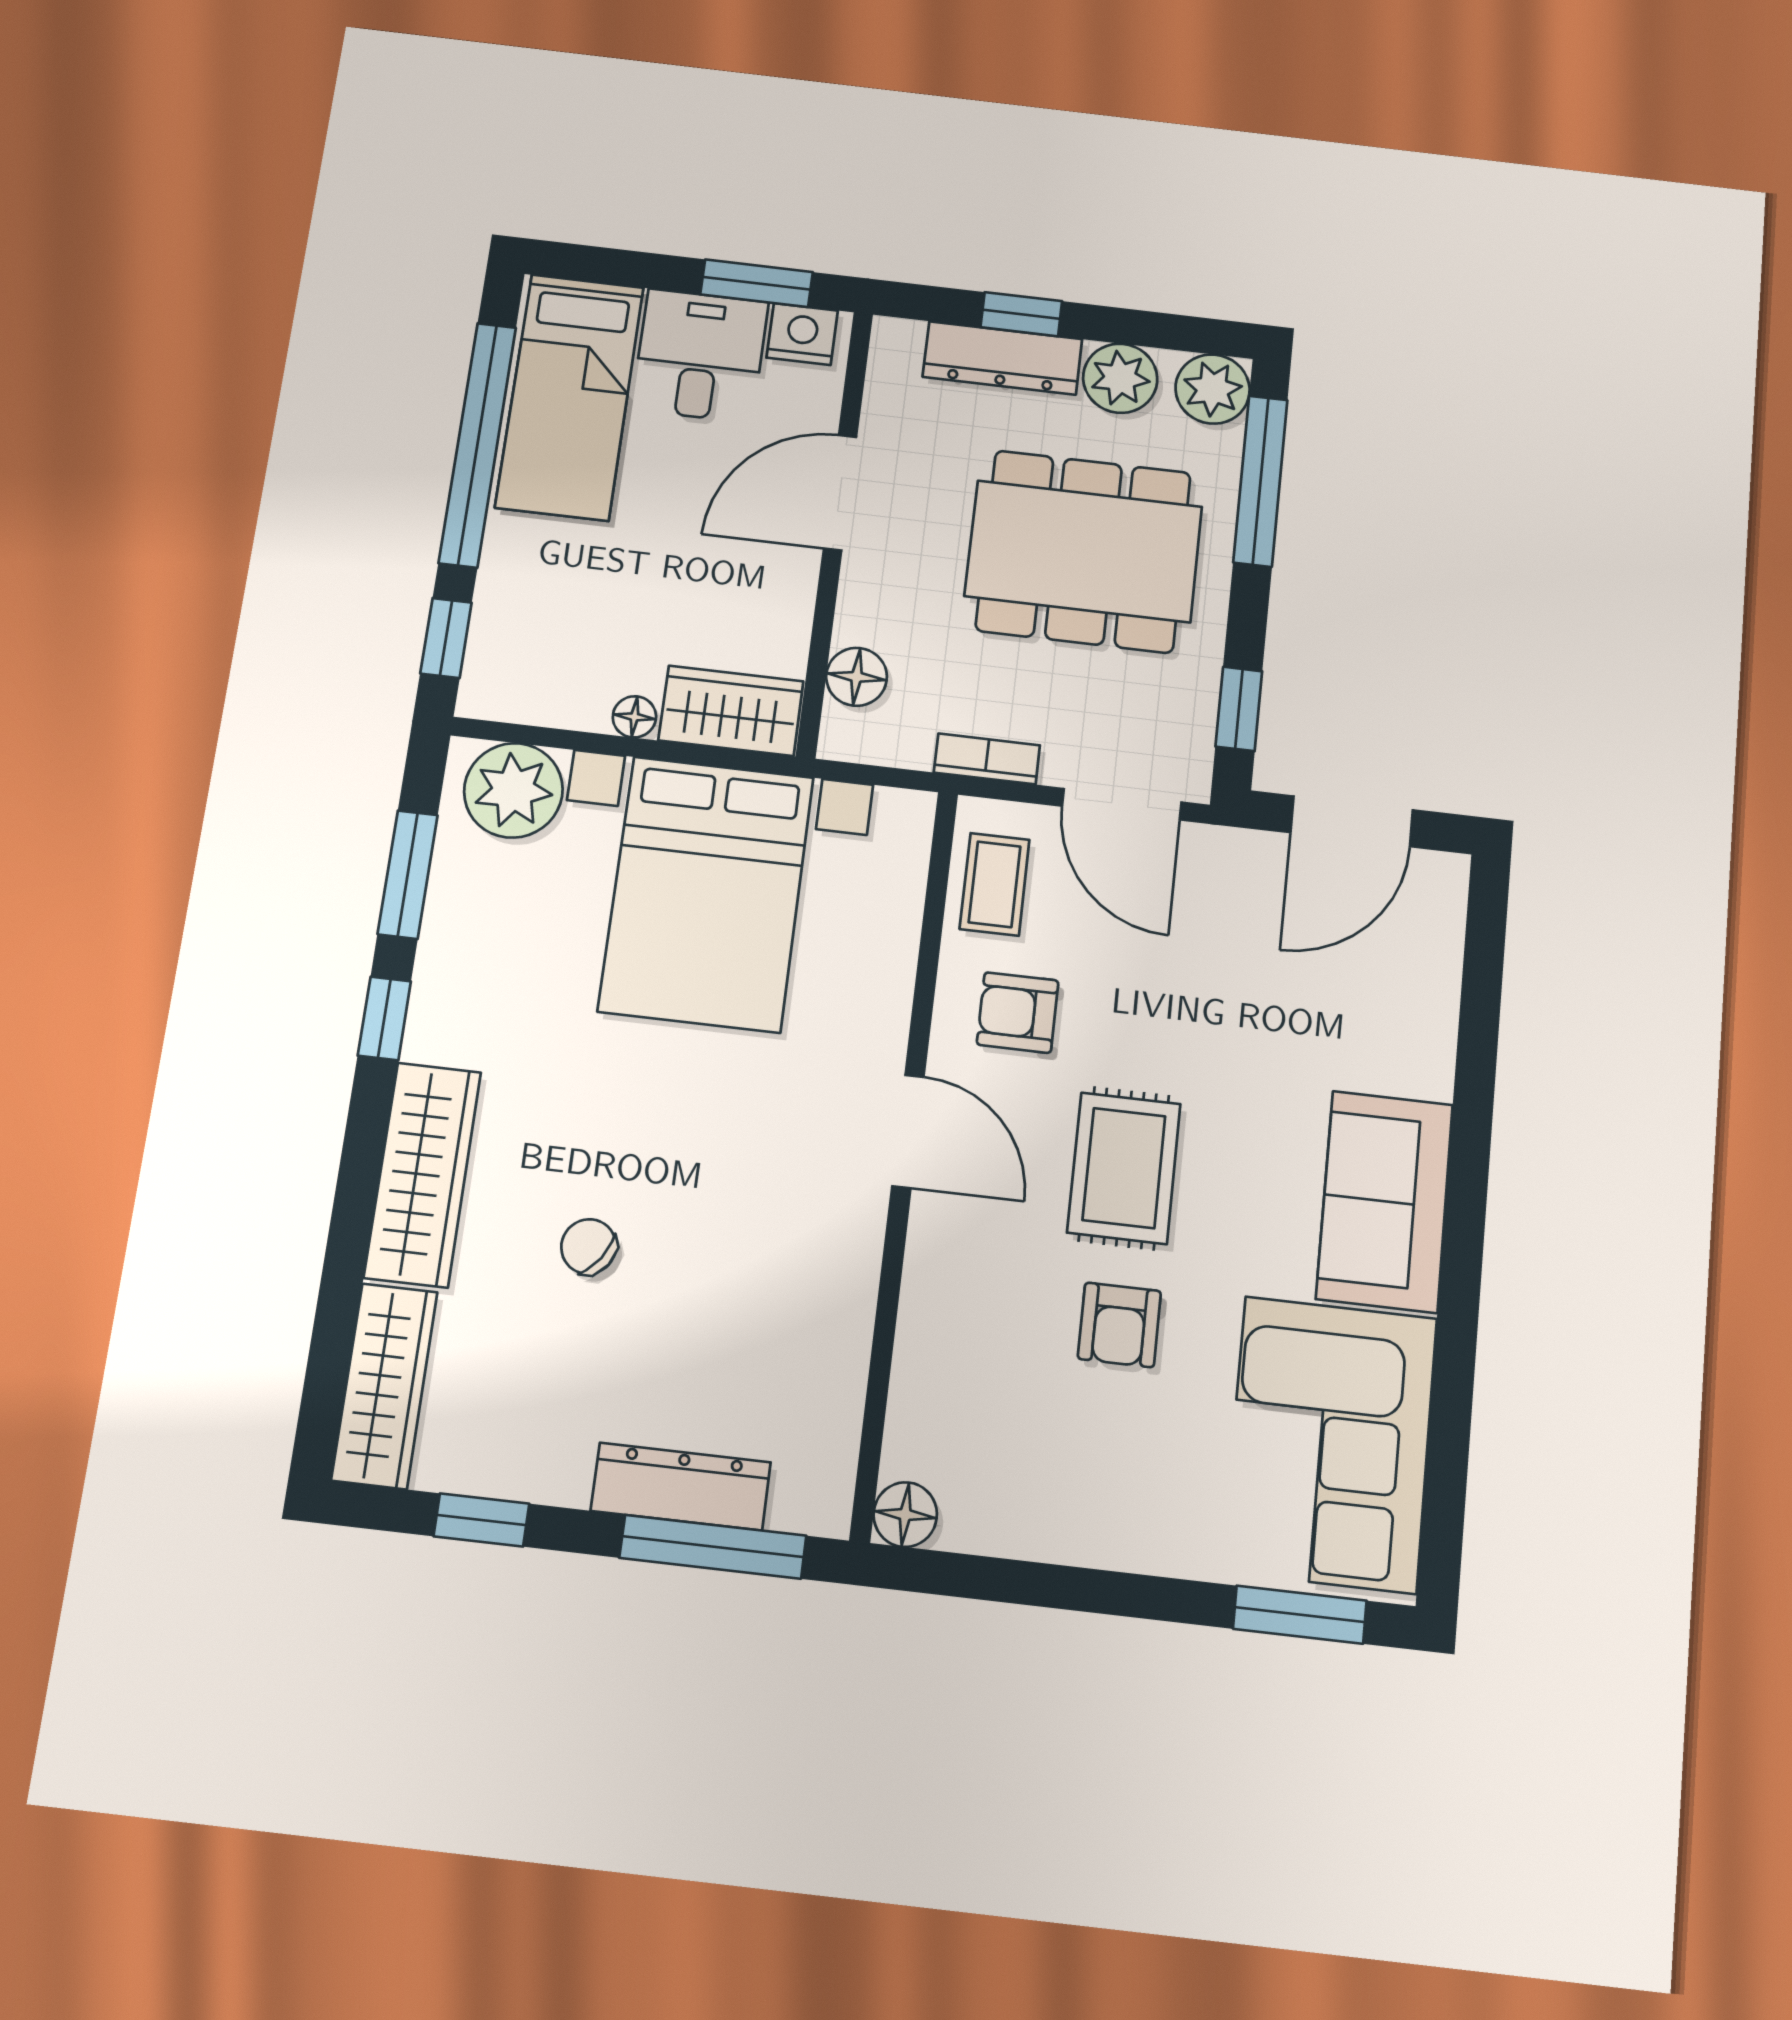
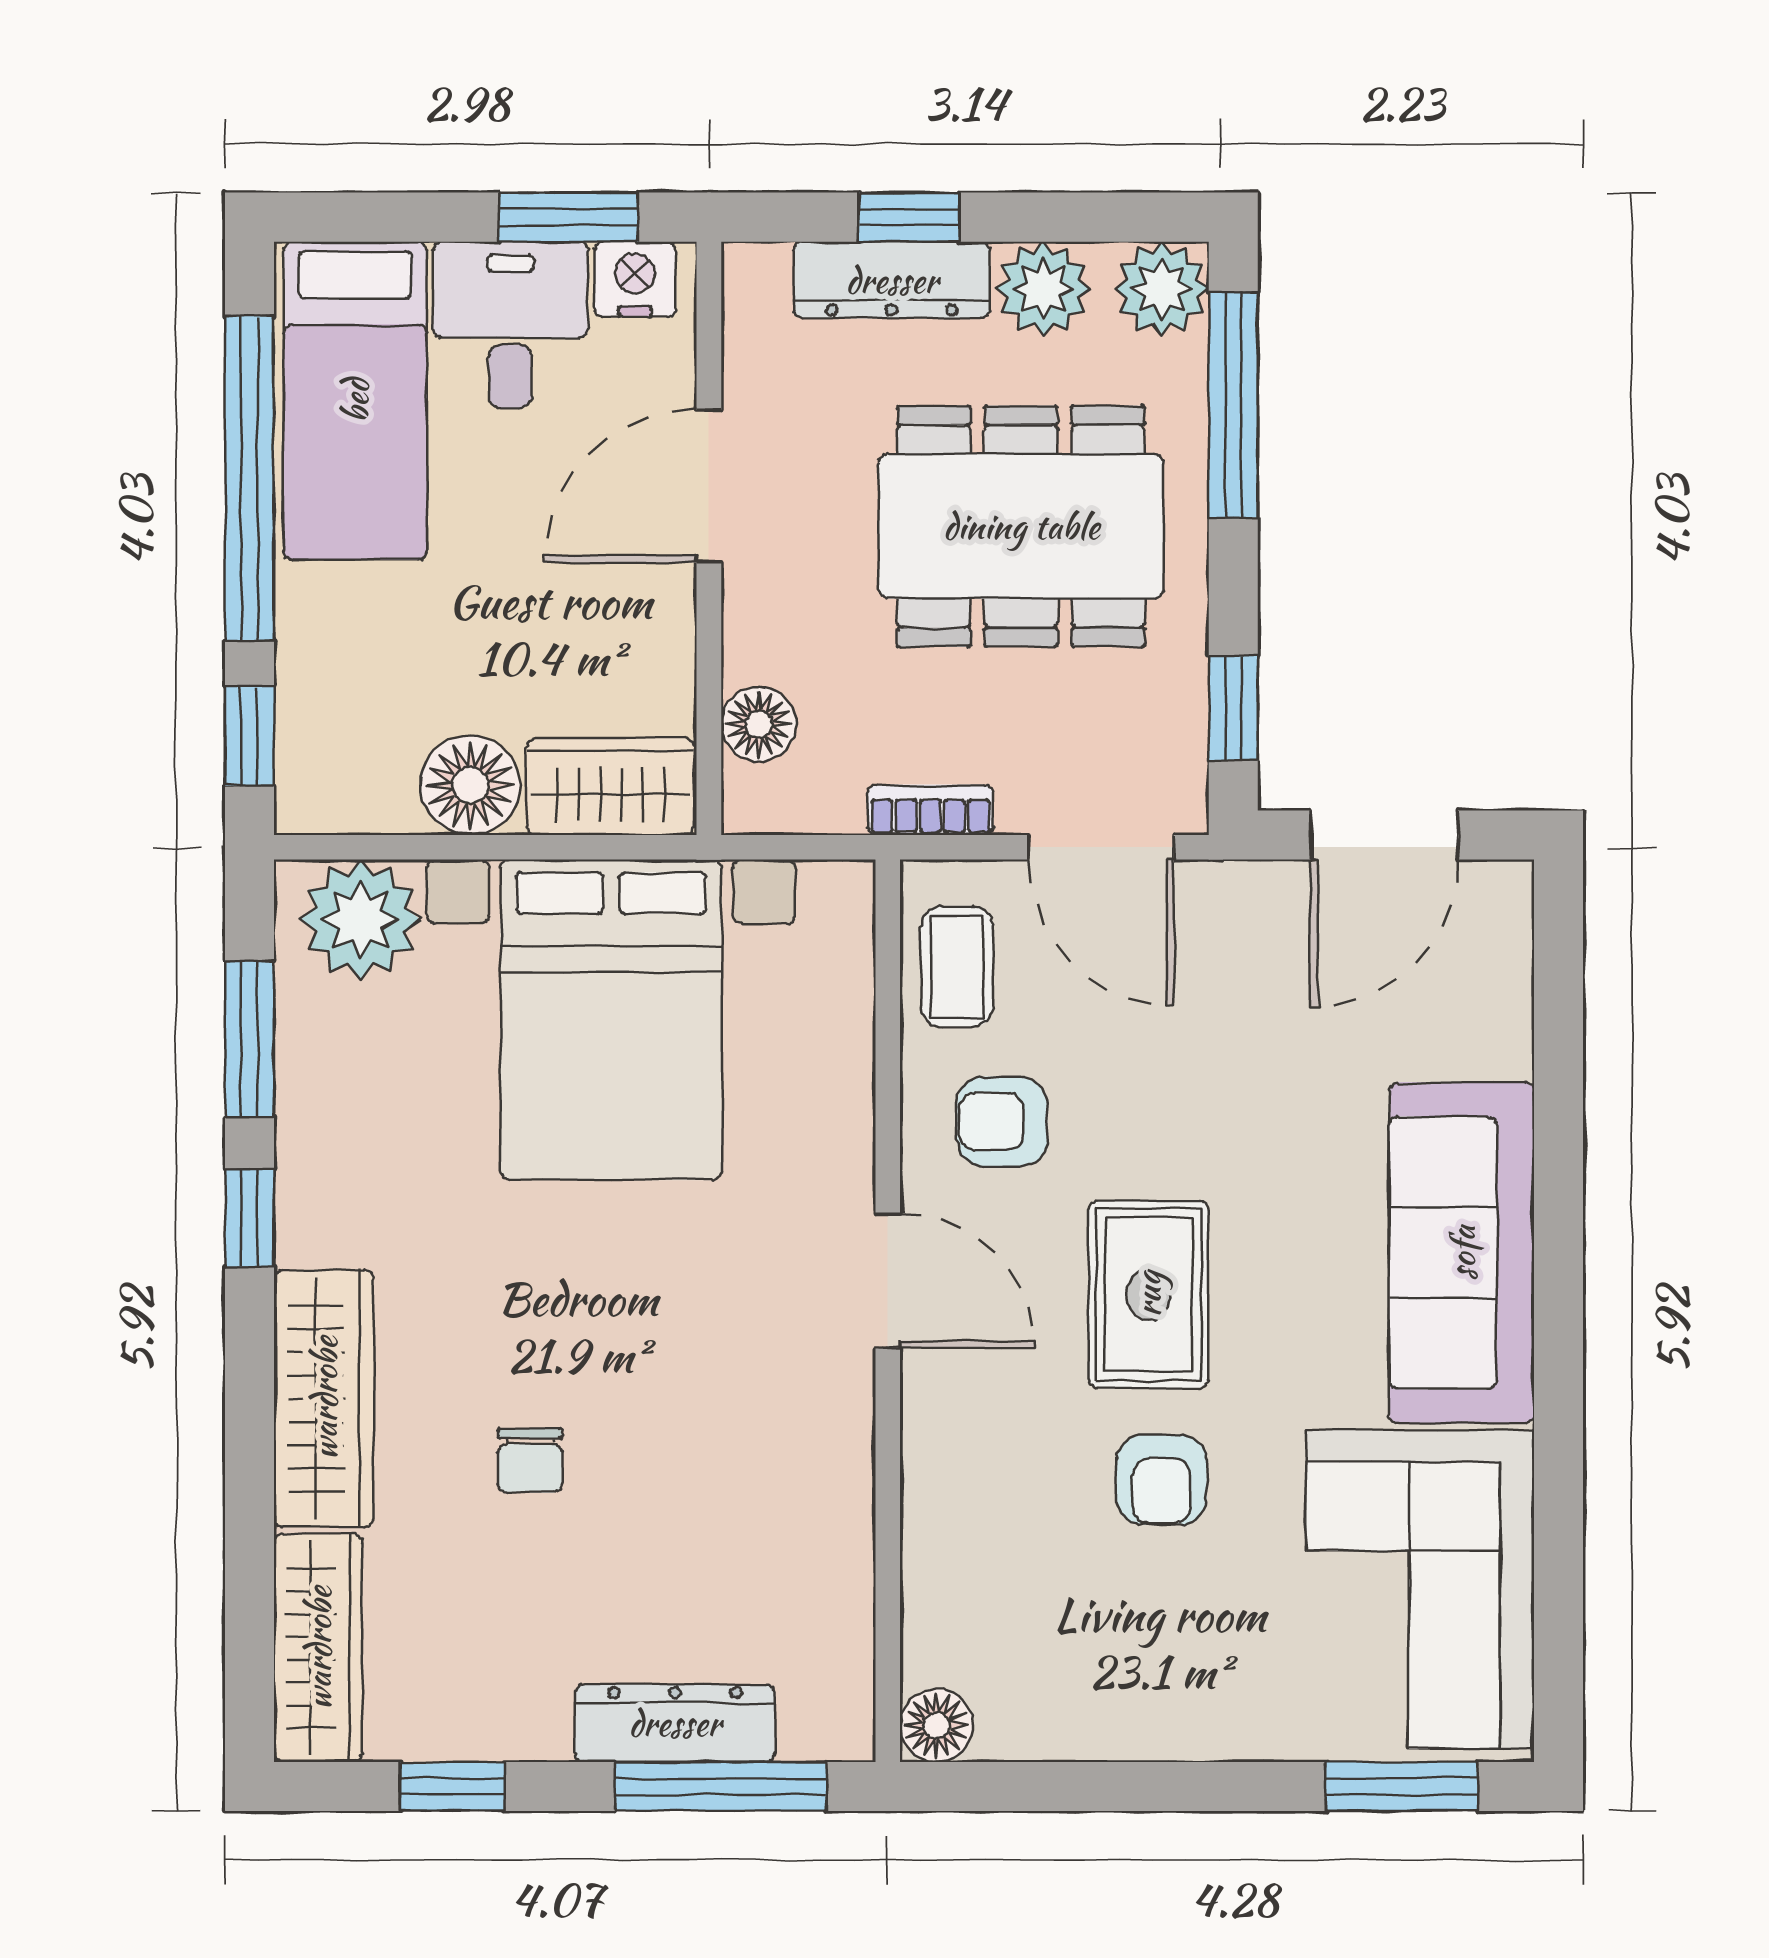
floor lamp: (634, 717) -> (470, 785), width x1.89, depth x1.89
sofa: (1385, 1201) -> (1462, 1253), width x1.36
chair: (589, 1247) -> (530, 1460), turned -125

